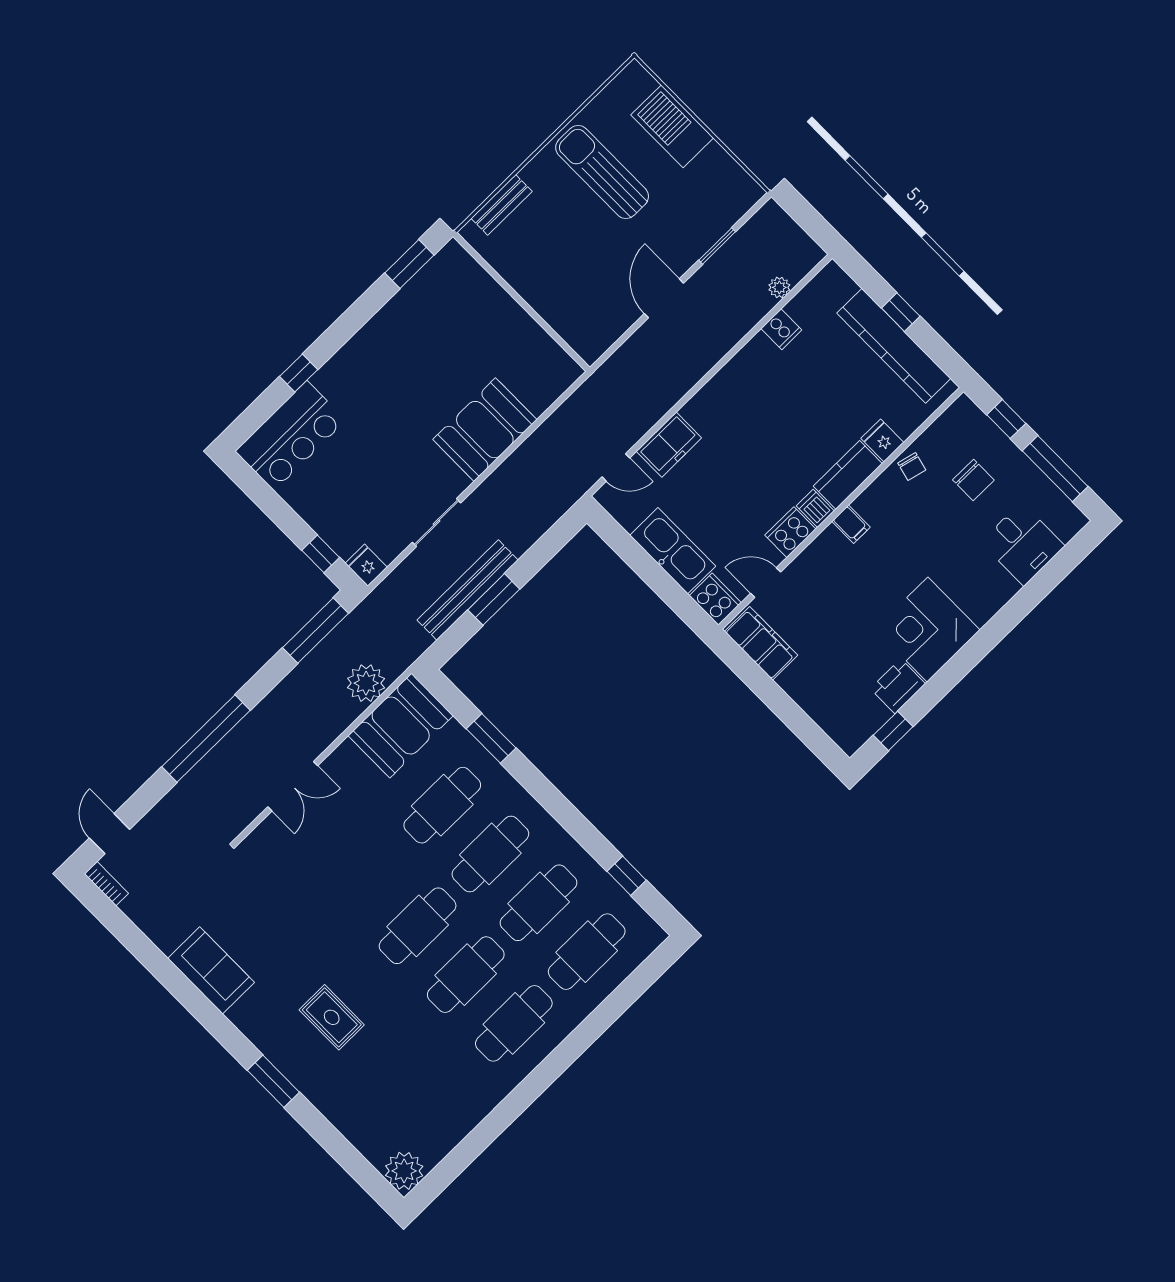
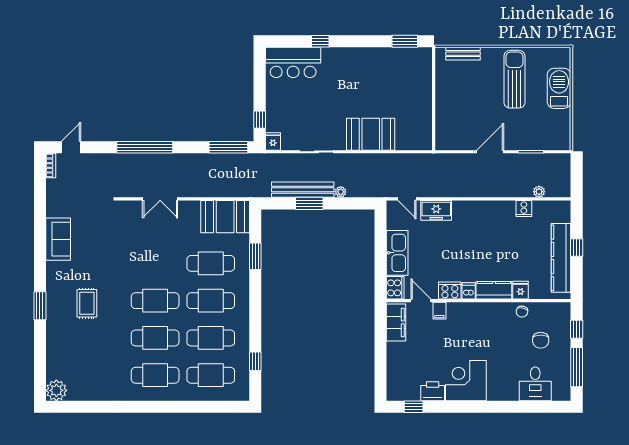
filing cabinet: (851, 524) -> (439, 311), moved
plant: (366, 683) -> (341, 192), moved, width x0.53, depth x0.53

